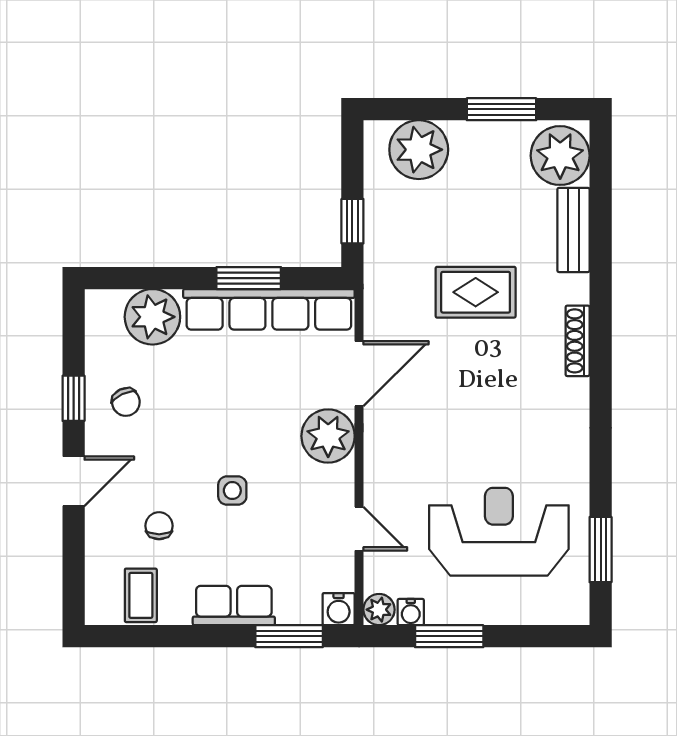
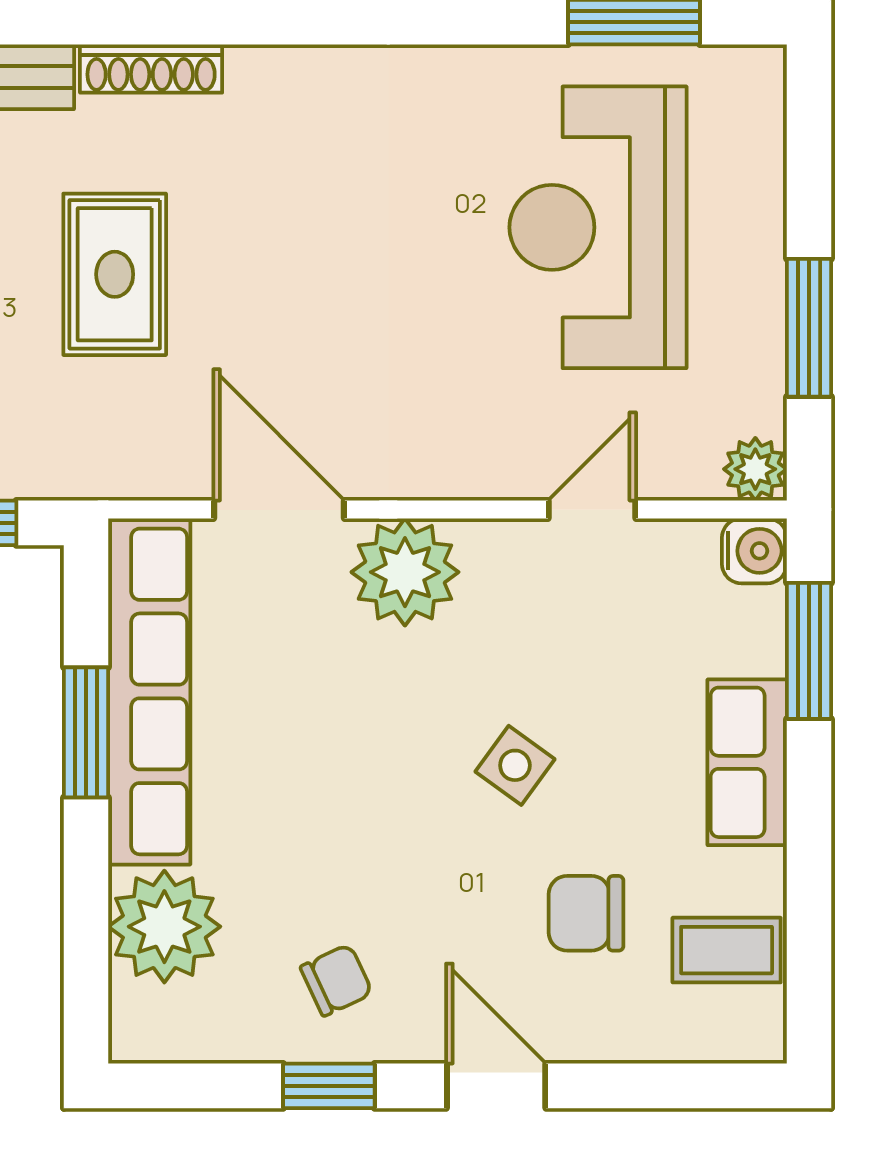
shoe rack: (578, 341) -> (151, 69), moved
side table: (232, 491) -> (515, 765), turned 36
chair: (159, 526) -> (586, 913), width x1.37, depth x1.37
water cooler: (411, 612) -> (760, 405), removed

